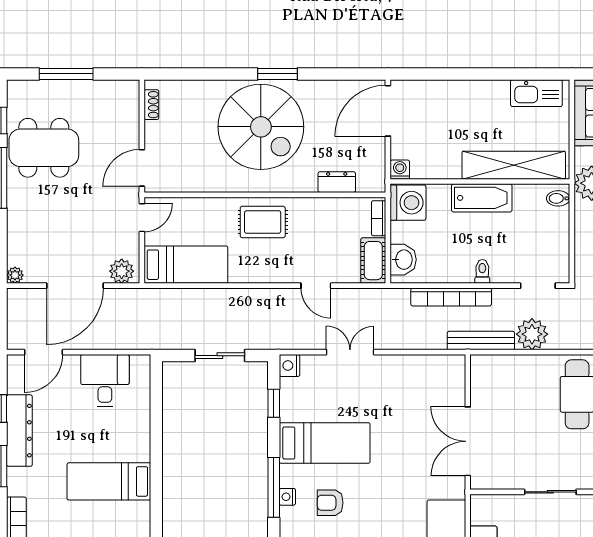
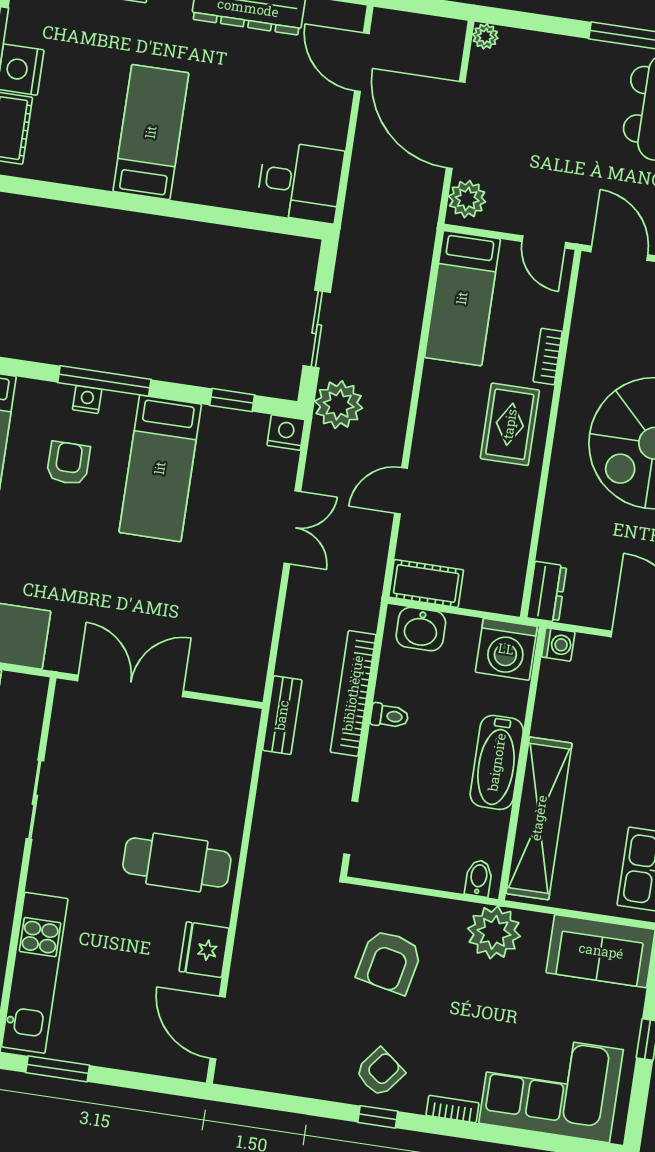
dresser: (337, 182) -> (547, 592), moved
bookcase: (379, 218) -> (548, 357), moved, turned -90
toilet: (482, 271) -> (389, 716), moved
plant: (532, 334) -> (339, 405), moved
bench: (481, 341) -> (282, 715), width x0.73
desk: (105, 380) -> (300, 182), moved

